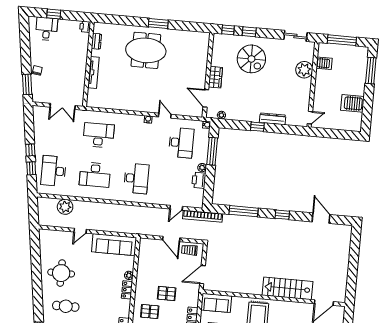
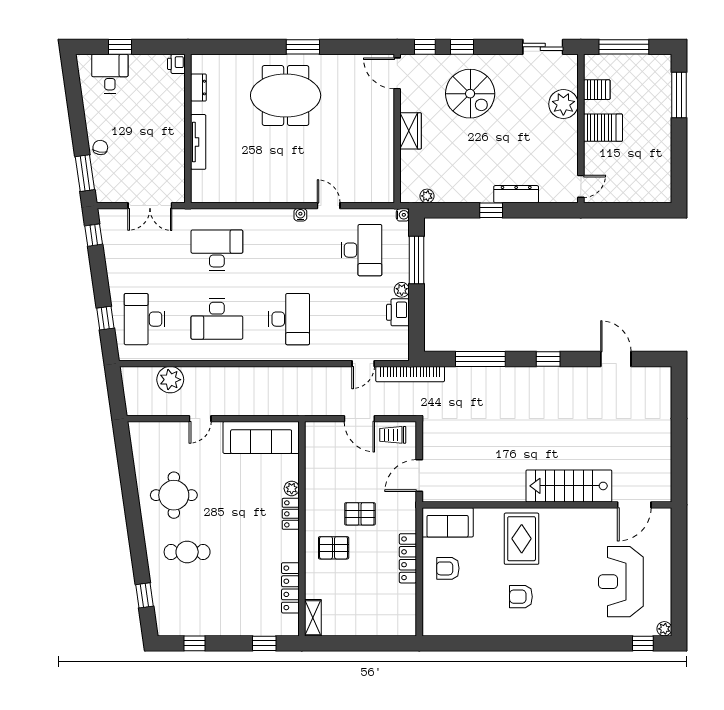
door: (206, 98) -> (397, 73), moved
server rack: (352, 103) -> (603, 128), moved, turned 180
window: (30, 150) -> (94, 235), moved

